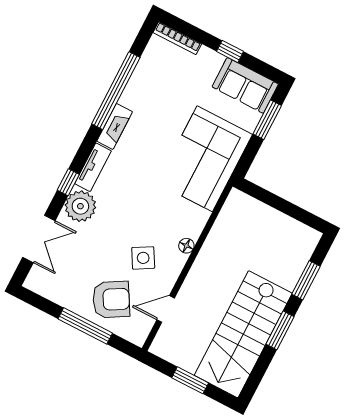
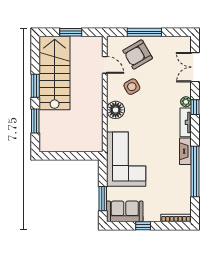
plant: (80, 206) -> (186, 102), width x0.53, depth x0.53
floor lamp: (186, 246) -> (116, 110), width x1.89, depth x1.89
door: (166, 309) -> (105, 65), hinge flipped

